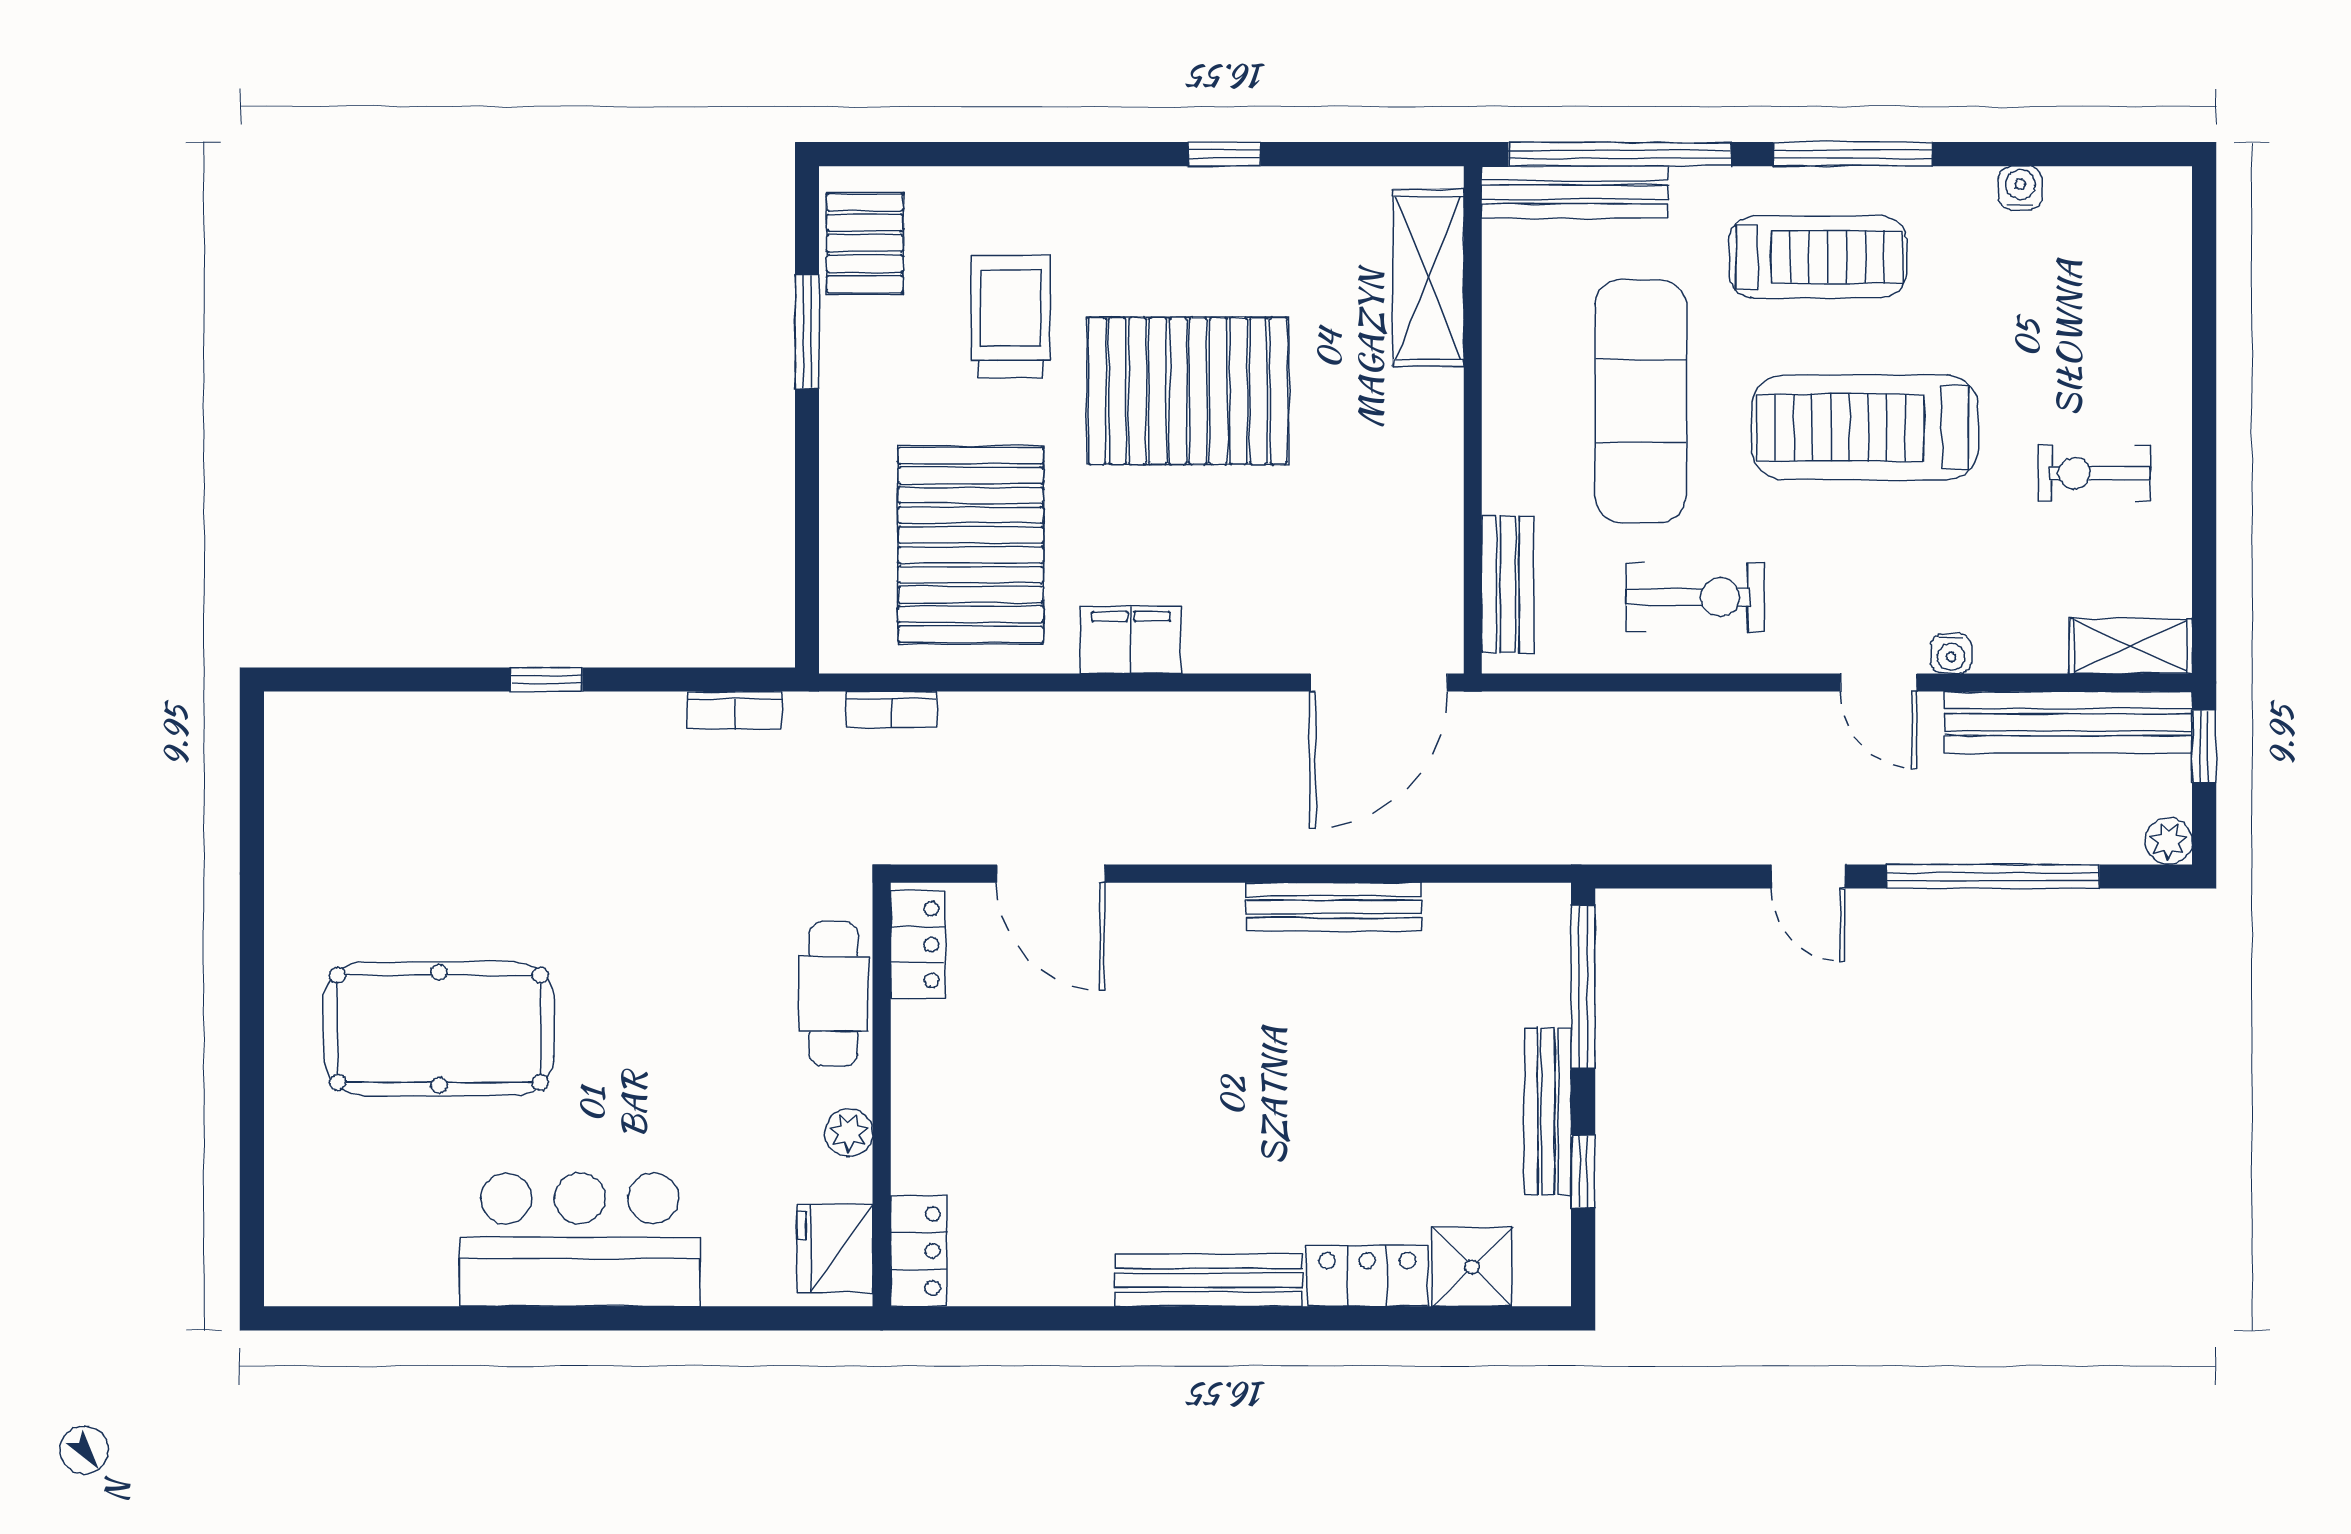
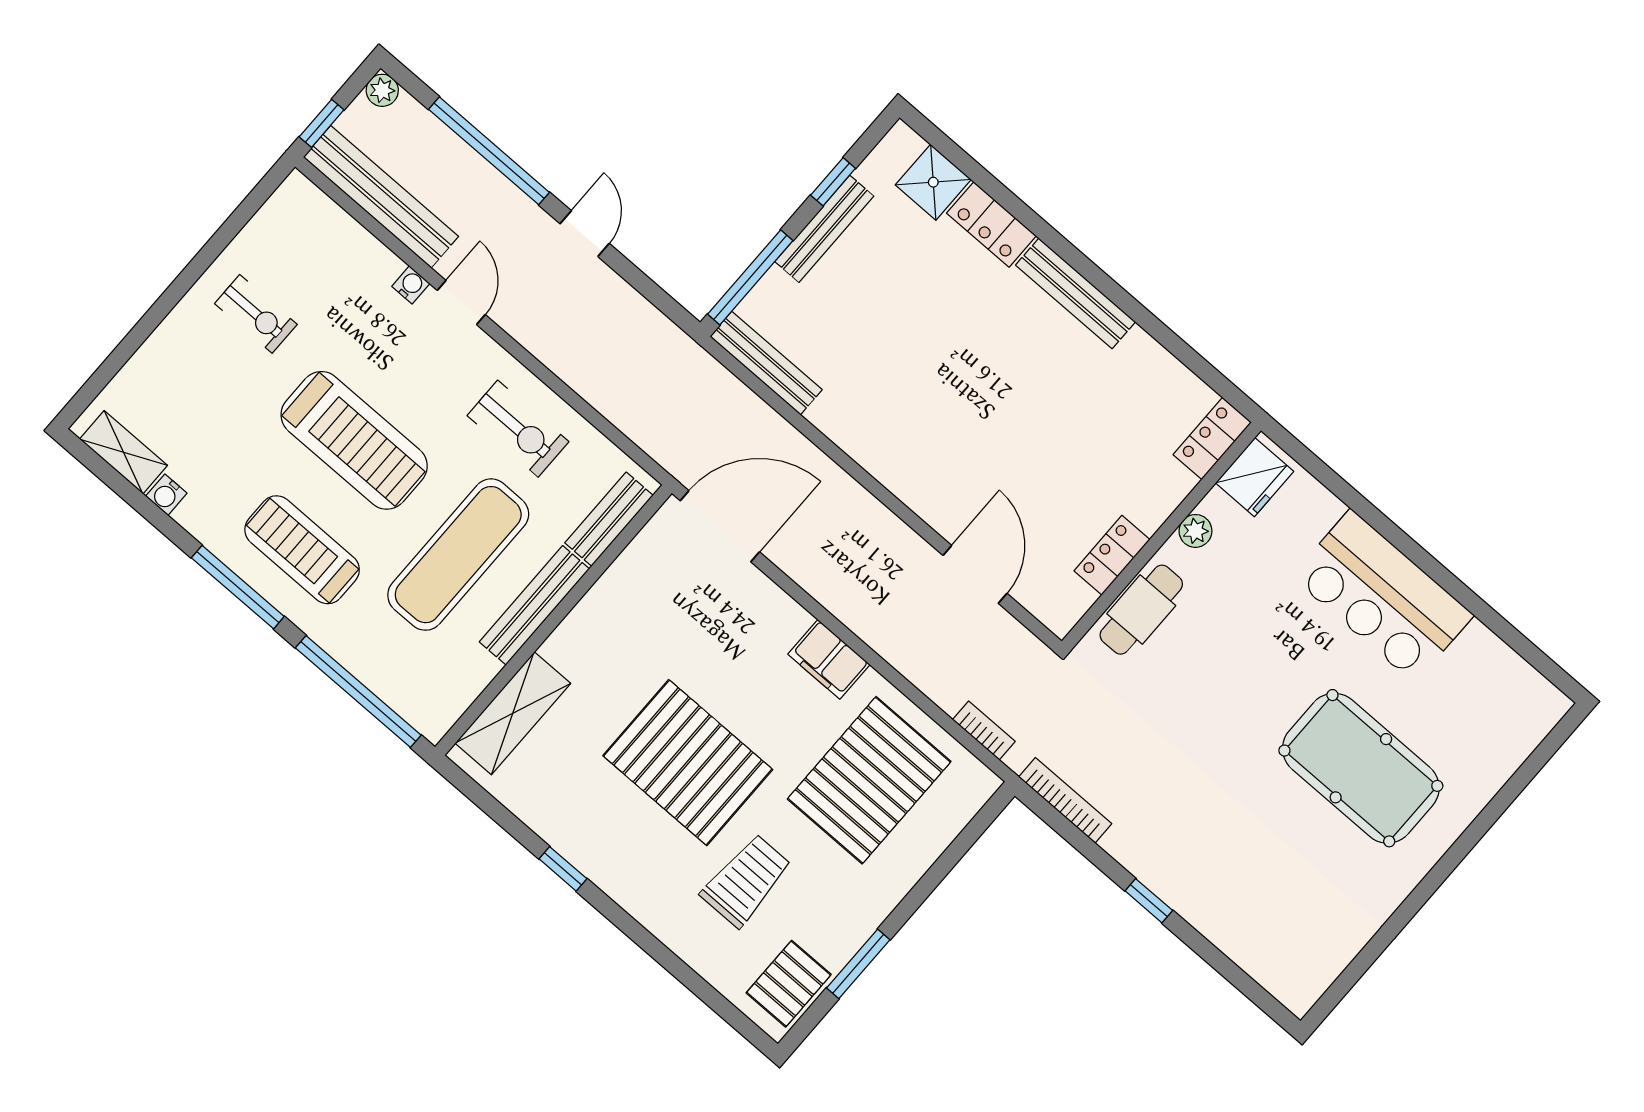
bench: (1575, 192) -> (534, 605), moved, turned 90
trolley: (1011, 316) -> (746, 881), turned 180
exercise bike: (1695, 597) -> (518, 429), turned 180
shelving: (2131, 646) -> (123, 452), moved
bookcase: (735, 710) -> (1065, 800), width x1.56
bench: (1334, 907) -> (766, 363), moved
locker: (918, 945) -> (1112, 555), moved

